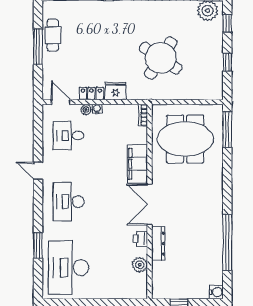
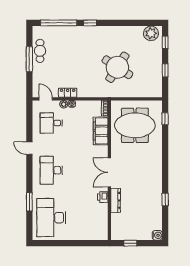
fridge: (116, 91) -> (85, 91), removed
window: (227, 130) -> (165, 119), width x0.46
filing cabinet: (137, 164) -> (101, 131), moved
window: (227, 242) -> (165, 200), width x0.32
plant: (140, 265) -> (102, 216), removed

